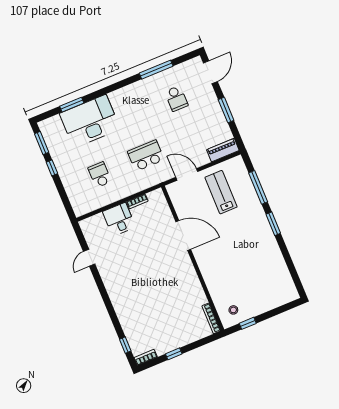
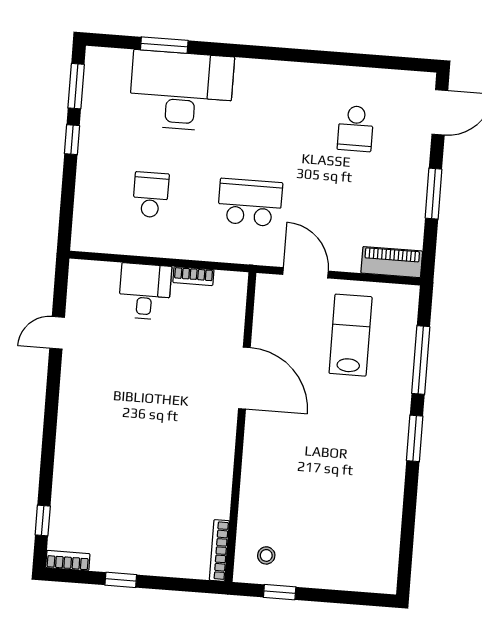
window: (156, 70) -> (346, 59), removed

